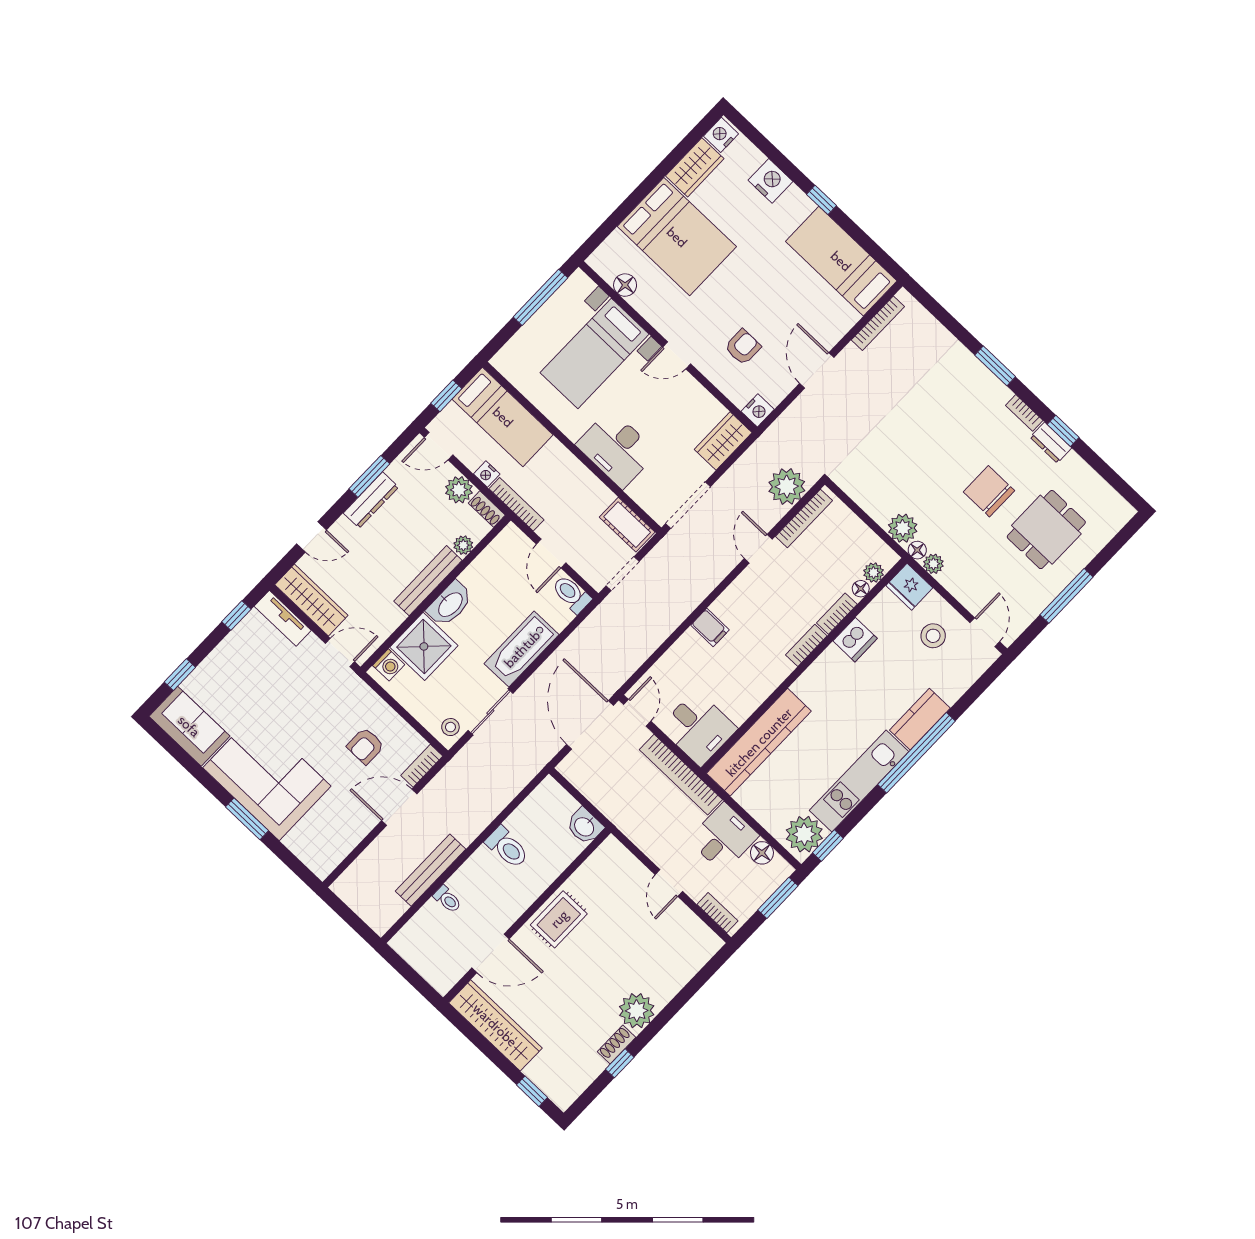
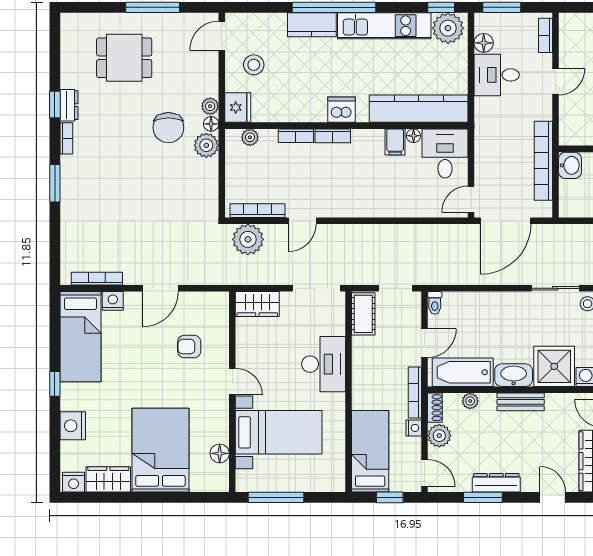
nightstand: (758, 410) -> (113, 301), moved
chair: (989, 491) -> (168, 128), moved
bench: (428, 581) -> (521, 402), width x0.73
floor lamp: (861, 589) -> (414, 136), moved
toilet: (571, 594) -> (435, 303), width x0.73, depth x0.72
filing cabinet: (710, 627) -> (395, 142), moved, turned 180
dishwasher: (855, 640) -> (341, 110), moved
bathtub: (522, 649) -> (463, 372), moved, turned 180
bookcase: (681, 775) -> (543, 161), moved, turned 180

